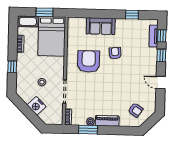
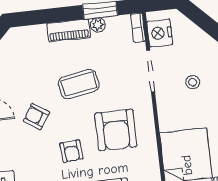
coffee table: (106, 90) -> (79, 84), added
nightstand: (37, 106) -> (160, 33), moved, turned -135
armchair: (136, 110) -> (36, 117), moved

